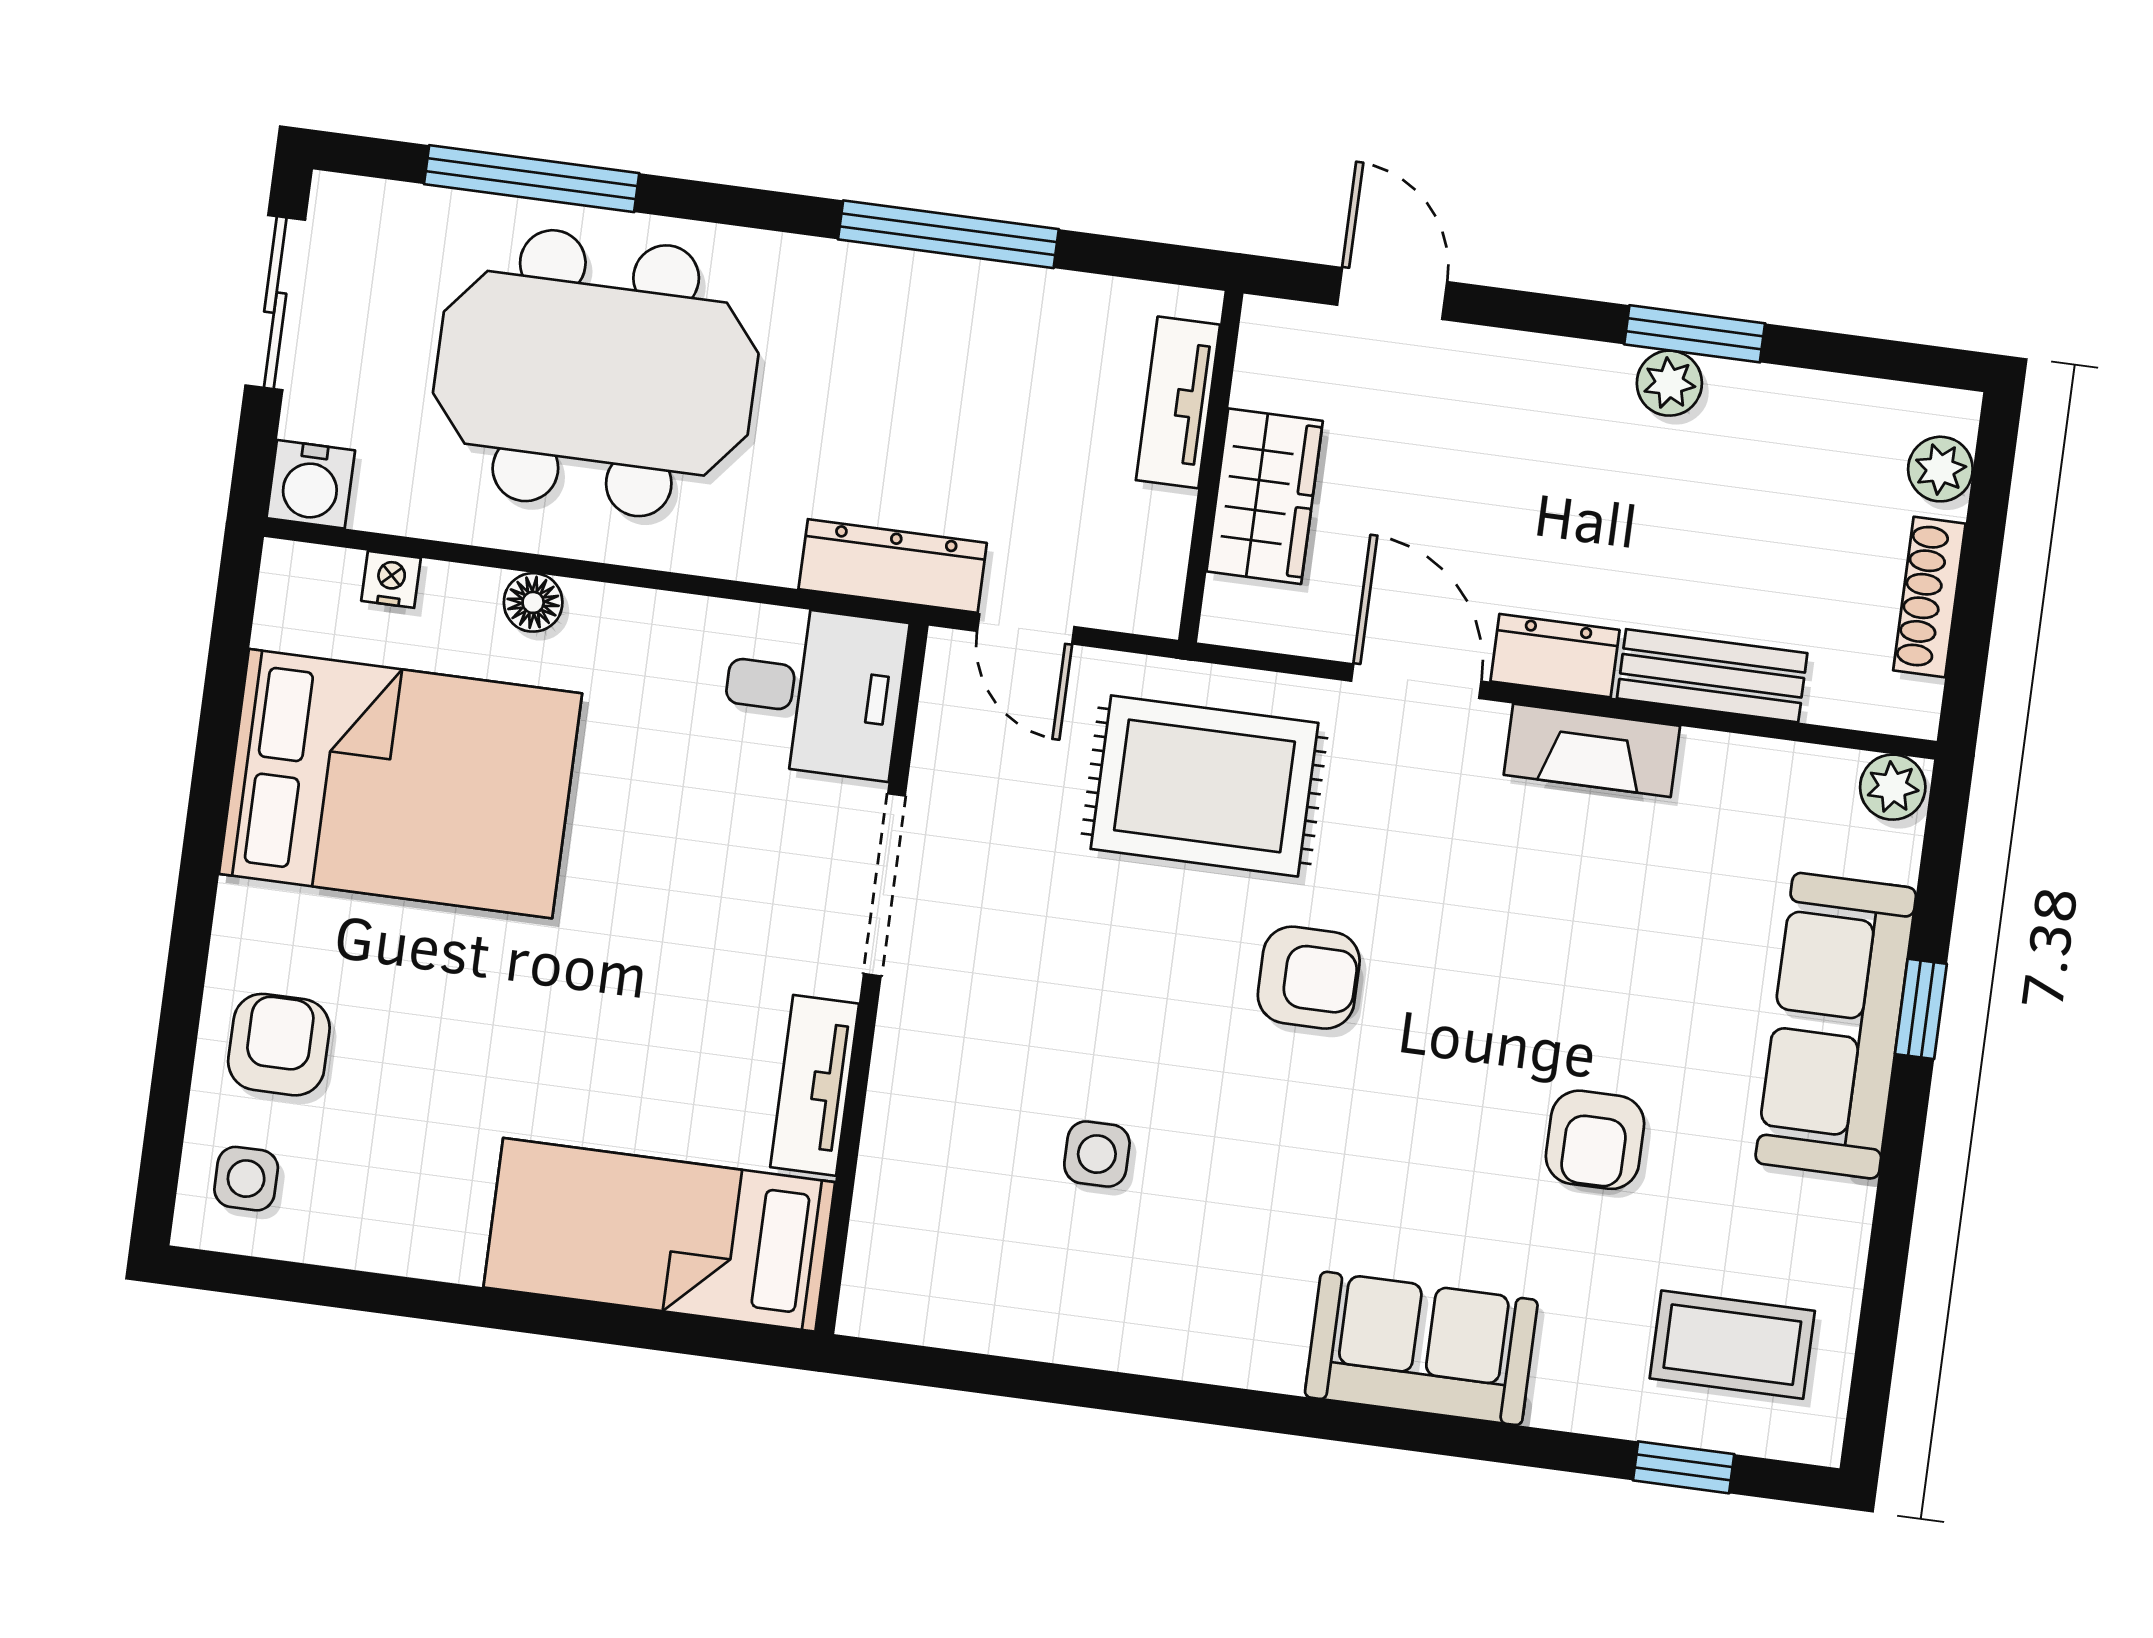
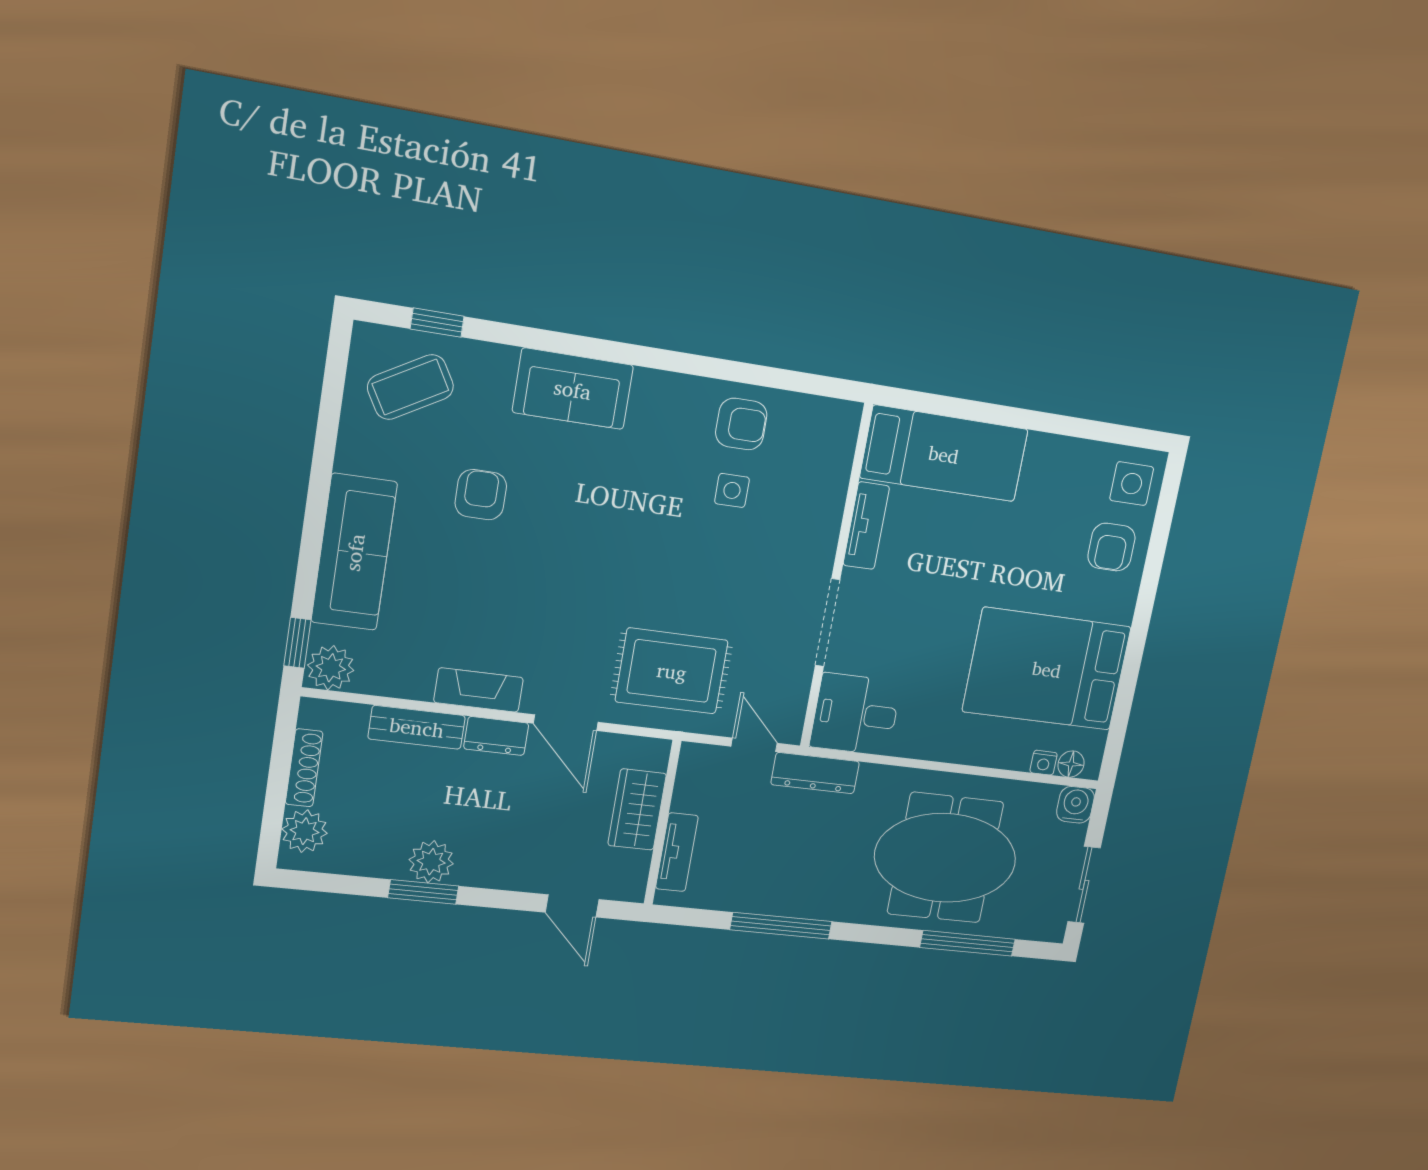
plant: (1669, 383) -> (431, 862), width x1.38, depth x1.38
plant: (1940, 469) -> (305, 831), width x1.38, depth x1.38
floor lamp: (533, 602) -> (1071, 764), moved
plant: (1893, 787) -> (331, 668), width x1.38, depth x1.38
armchair: (1309, 978) -> (741, 424), moved, turned 180
window: (1921, 1009) -> (297, 643), moved
side table: (246, 1179) -> (1132, 484), width x1.37, depth x1.37
coffee table: (1732, 1345) -> (410, 387), turned -30

